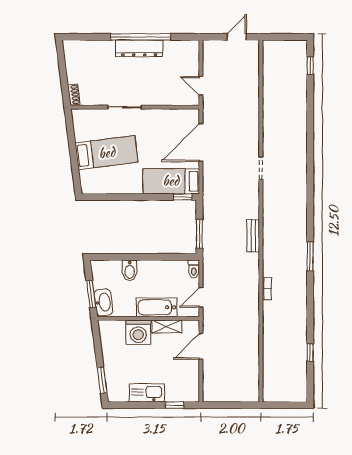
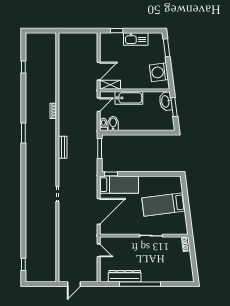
dresser: (139, 48) -> (125, 276), moved
bidet: (130, 270) -> (113, 123), moved
shelving: (167, 326) -> (110, 85), moved
washing machine: (138, 332) -> (159, 72), moved, turned -97

